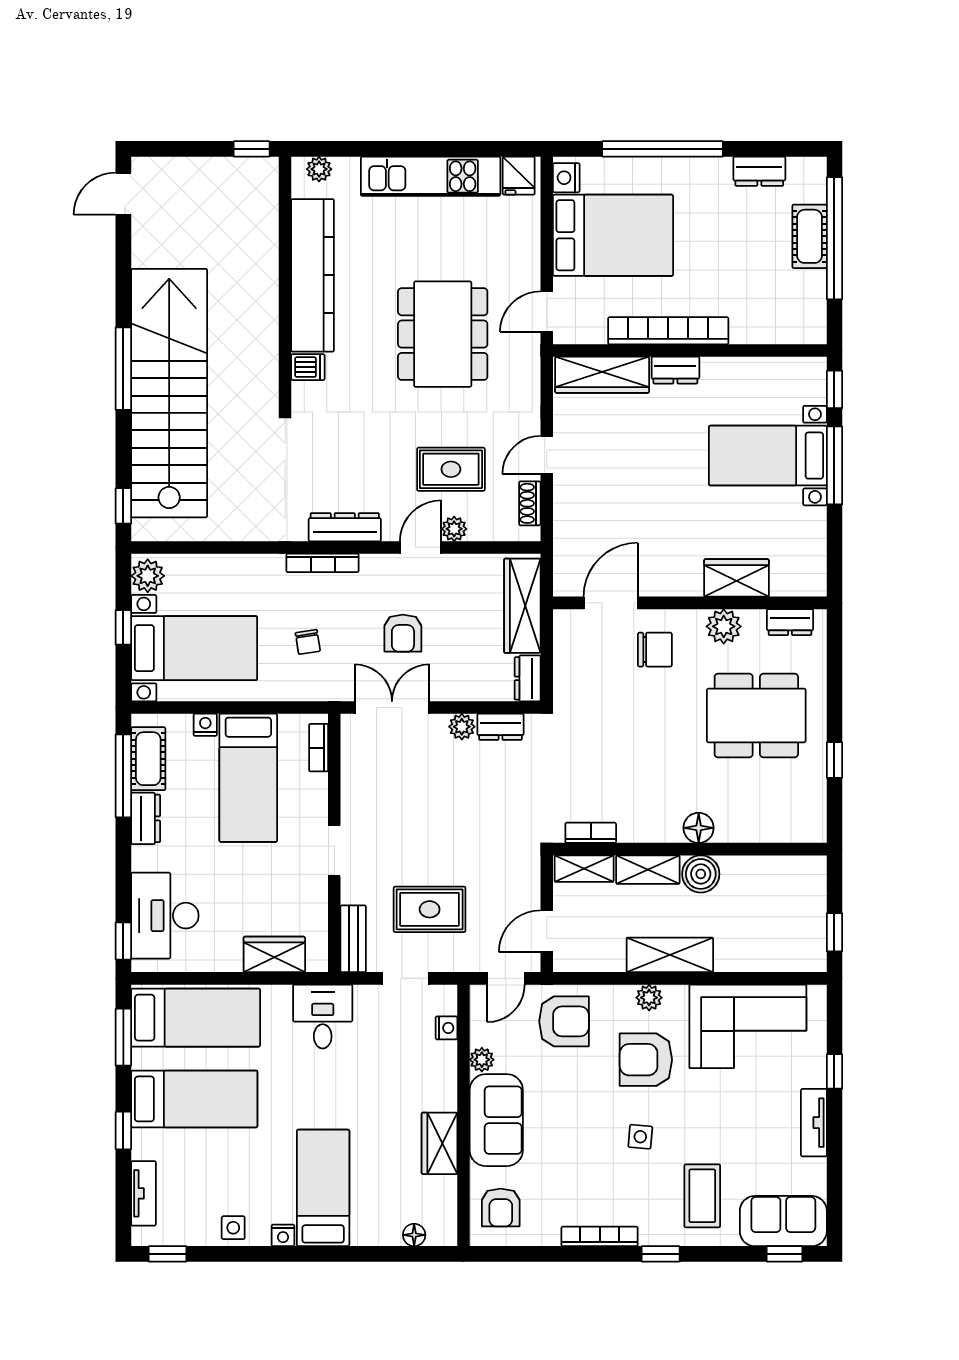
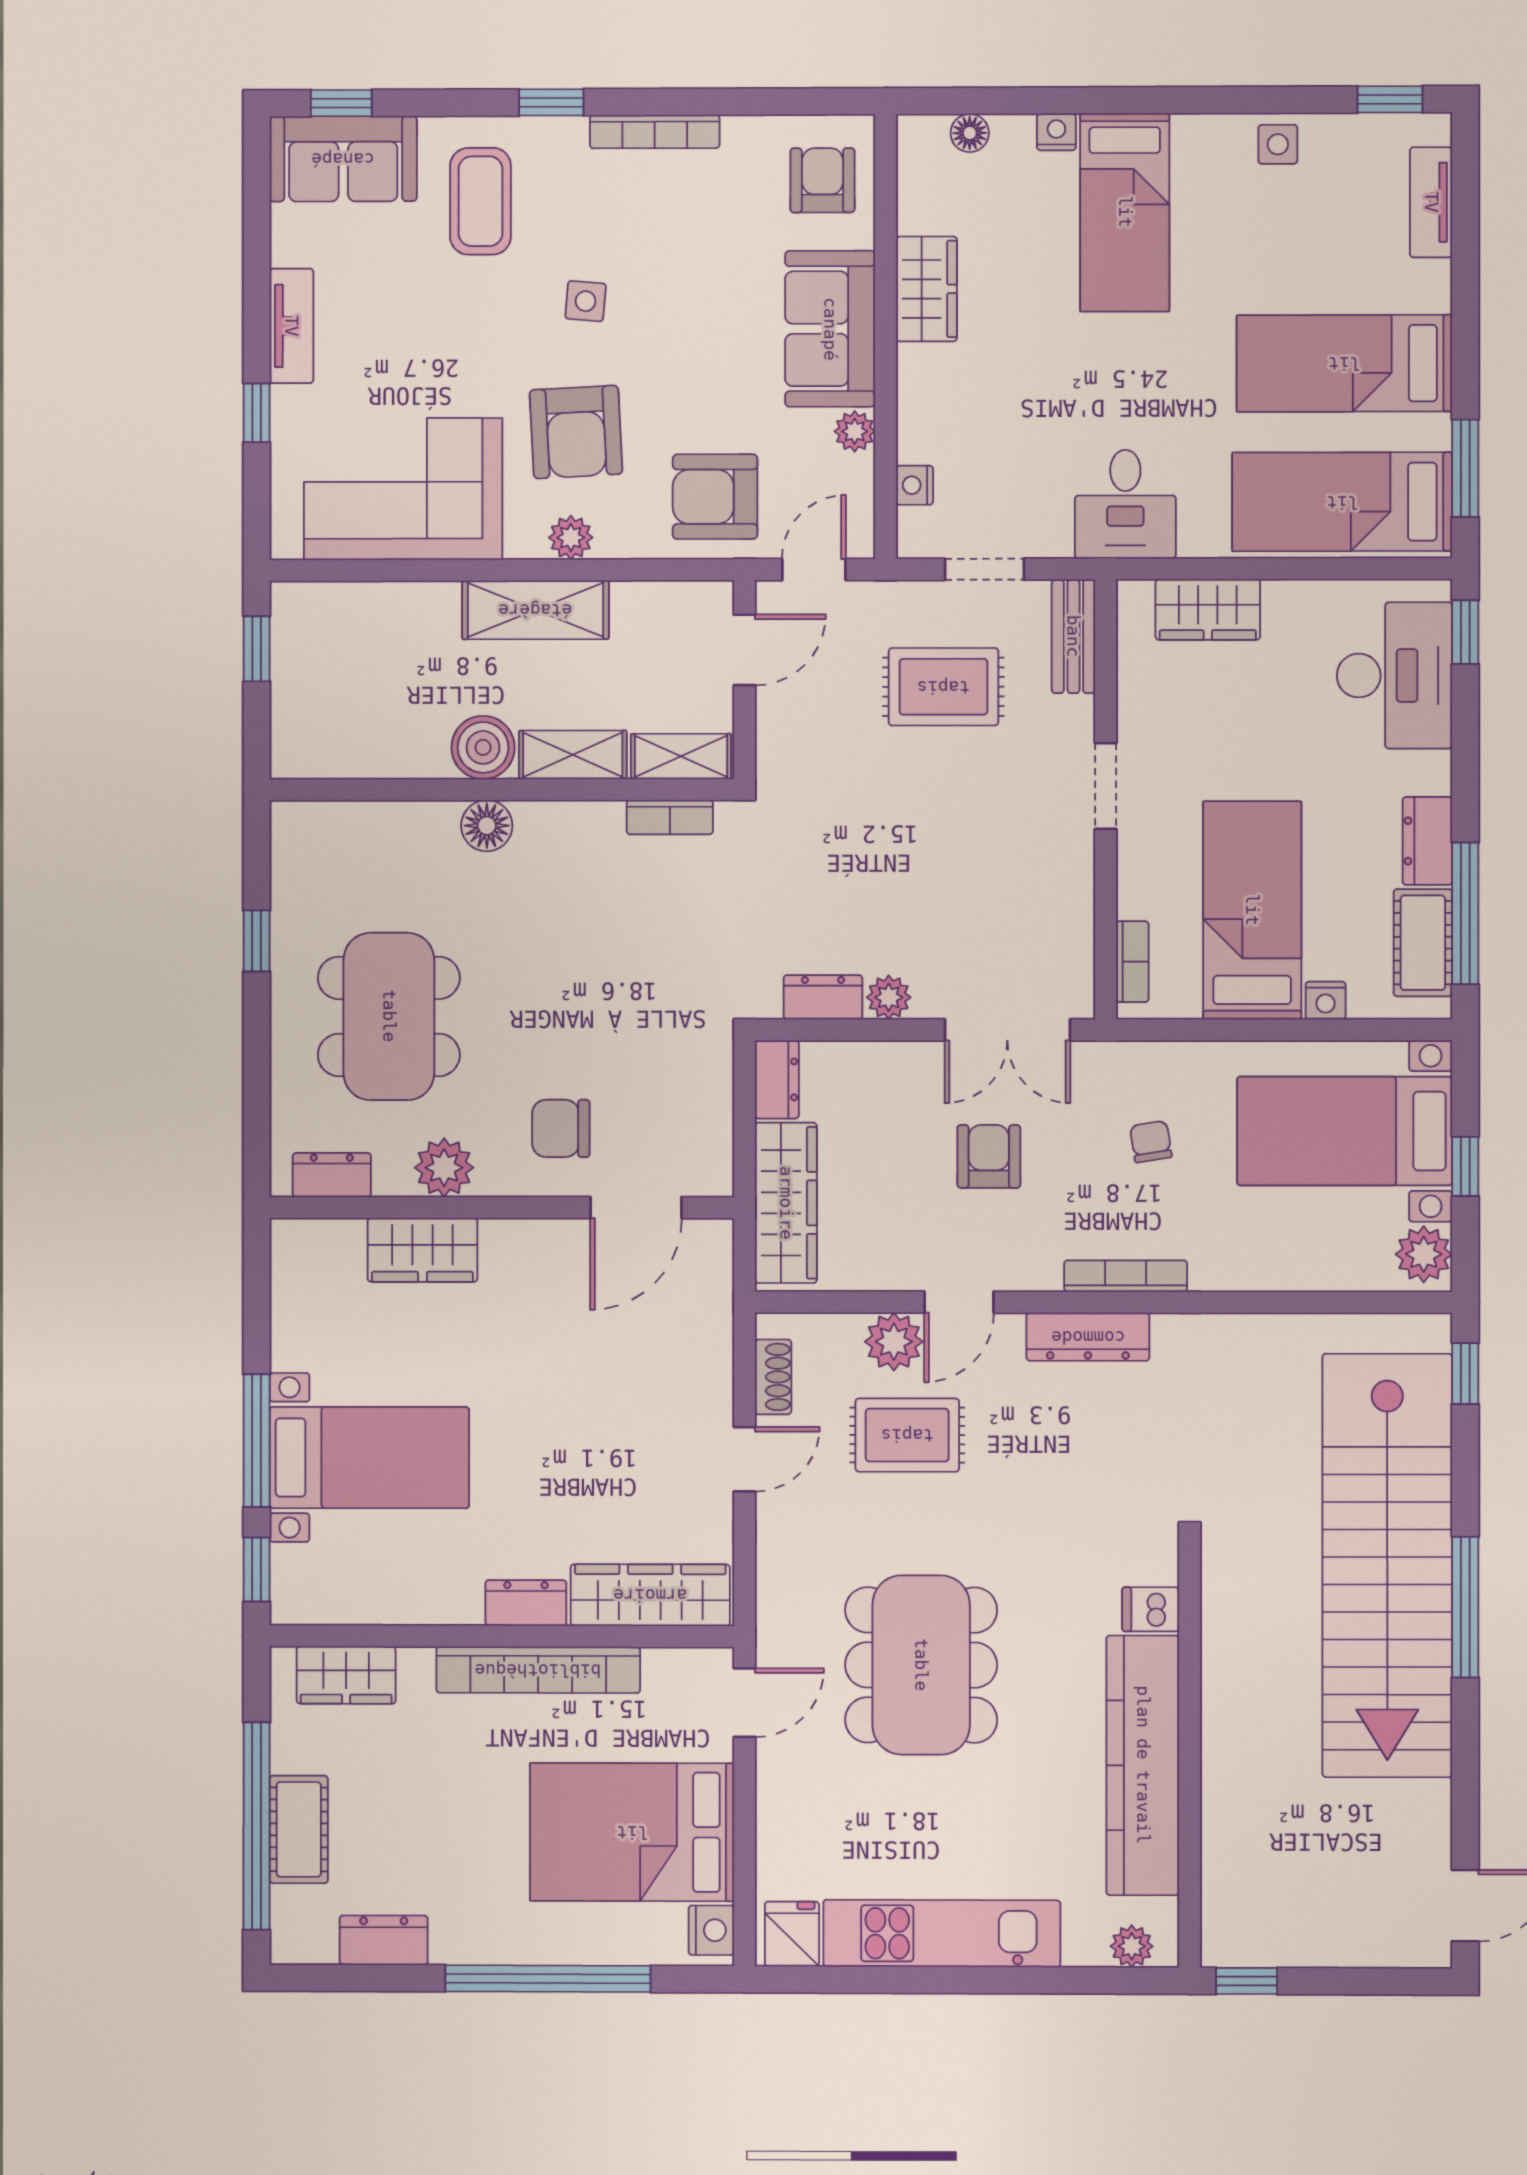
wardrobe: (782, 327) -> (346, 1675), added
plant: (454, 529) -> (894, 1342), width x1.38, depth x1.38
dining table: (756, 715) -> (389, 1016), turned 90
armchair: (646, 1060) -> (576, 432), turned 87
window: (123, 1130) -> (1465, 309), removed
nightstand: (283, 1235) -> (1056, 132), moved

